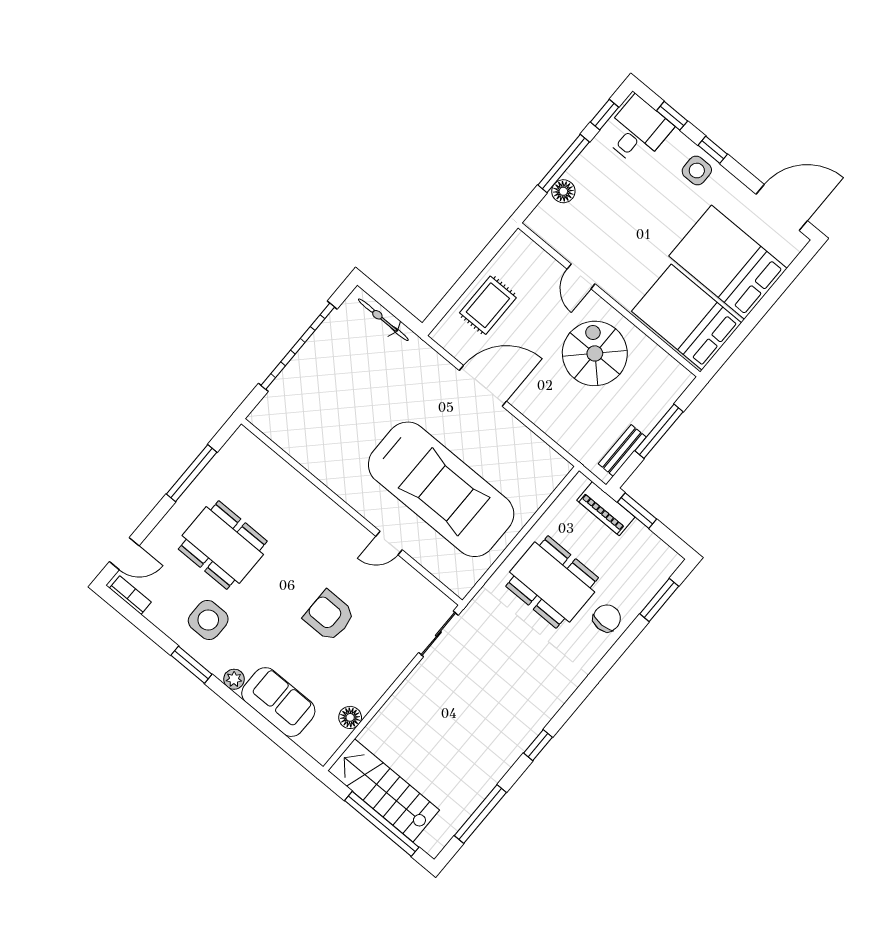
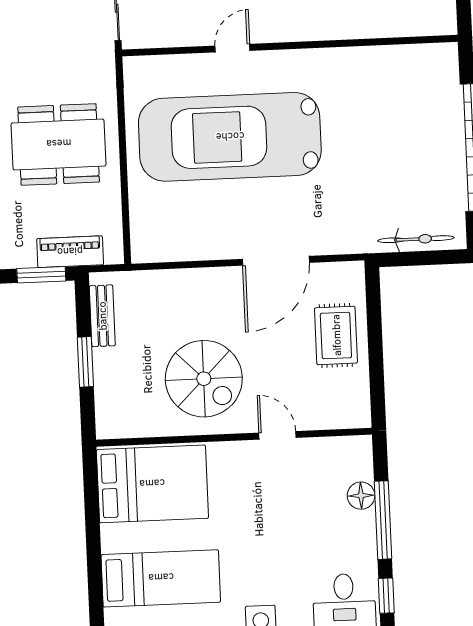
bed: (728, 262) -> (161, 578), width x0.67
window: (659, 431) -> (85, 362), width x0.69

